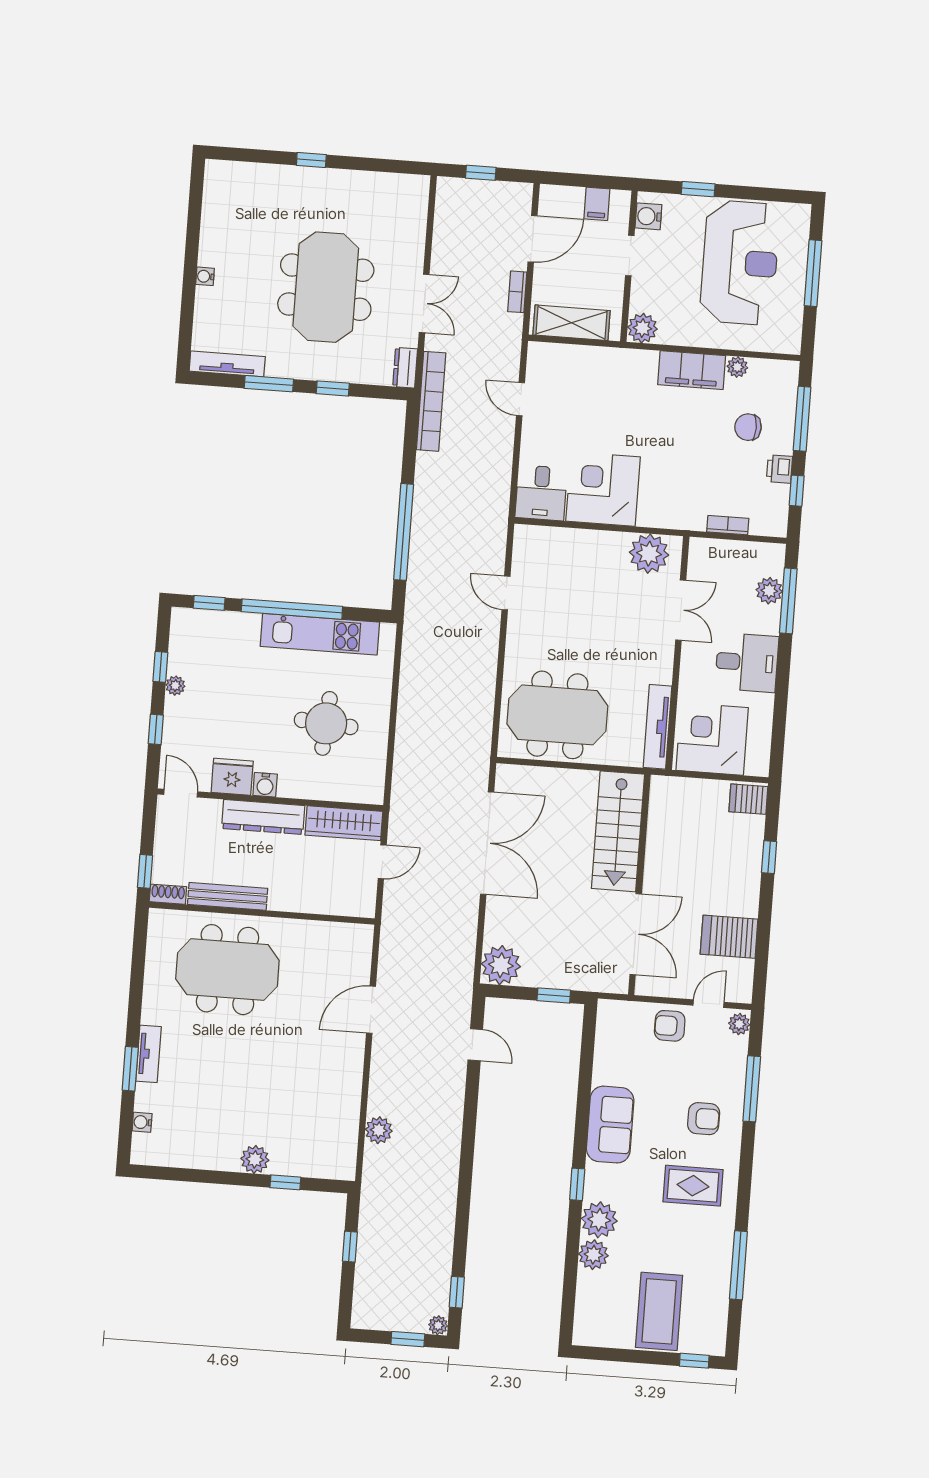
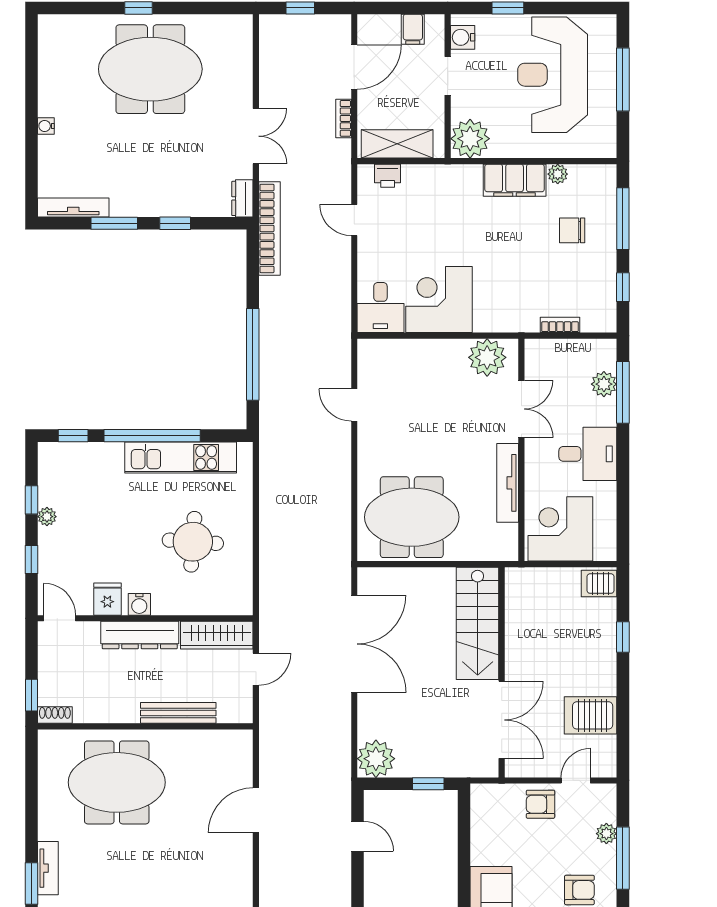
reception desk: (740, 263) -> (553, 75), turned 180
meeting table: (326, 287) -> (150, 69), moved, turned 90
plant: (642, 328) -> (470, 139), width x1.36, depth x1.36
printer: (779, 469) -> (388, 176), moved, turned -90
tv unit: (658, 727) -> (508, 483), moved
fridge: (232, 777) -> (107, 599), width x0.72
bench: (228, 896) -> (178, 713), moved
plant: (739, 1024) -> (606, 834), moved

